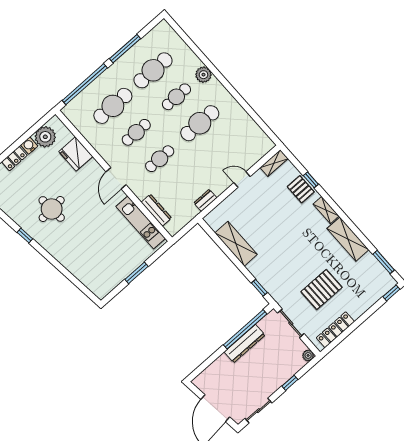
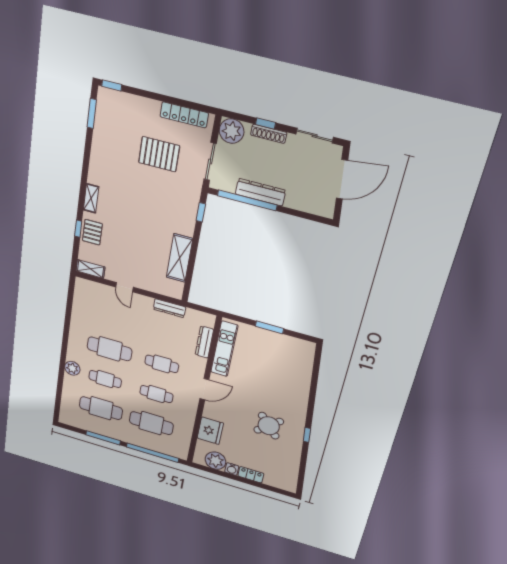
dresser: (205, 200) -> (169, 308), width x1.44
round table: (52, 209) -> (269, 426), turned -38
shelving: (348, 239) -> (99, 161), removed
plant: (308, 355) -> (232, 131), width x1.88, depth x1.88
shoe rack: (281, 380) -> (269, 134), added

